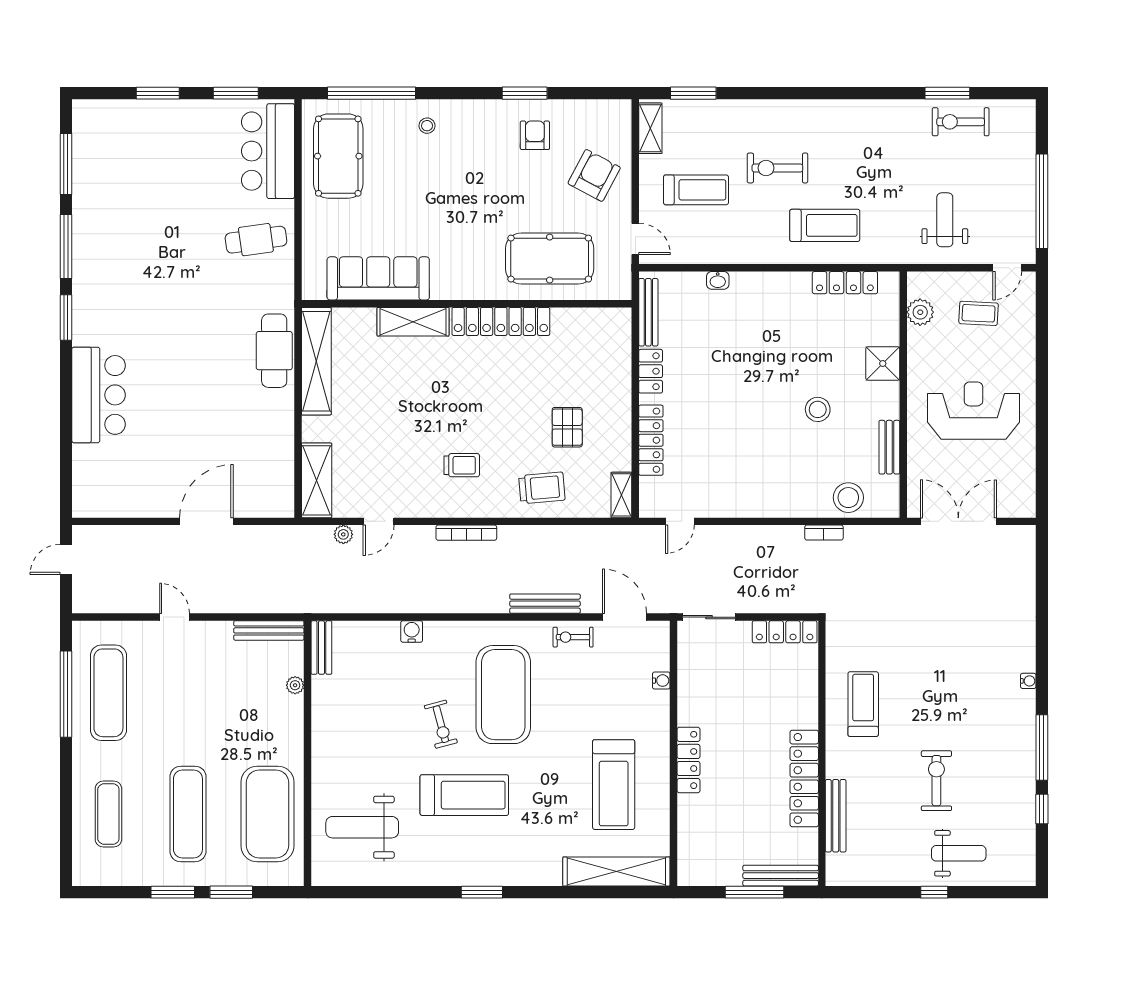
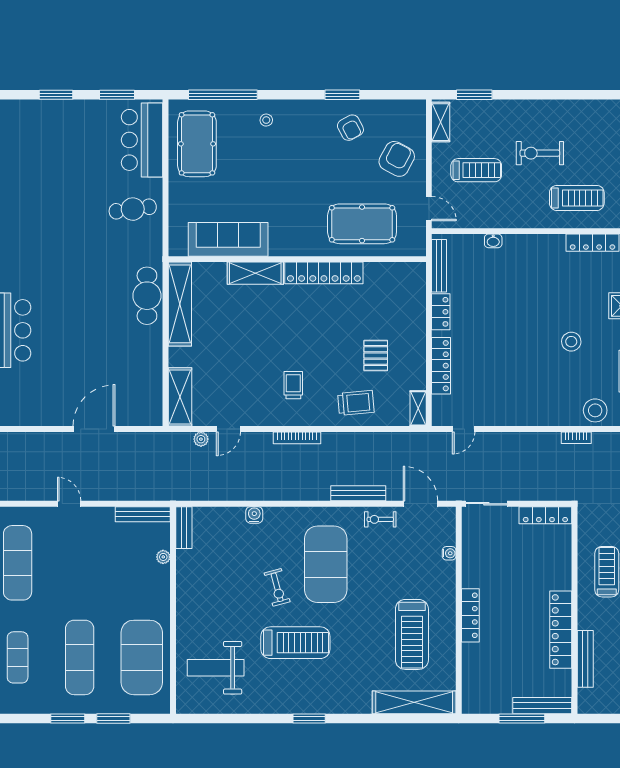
armchair: (535, 135) -> (350, 128), turned 152
trolley: (462, 465) -> (293, 385), turned -90

